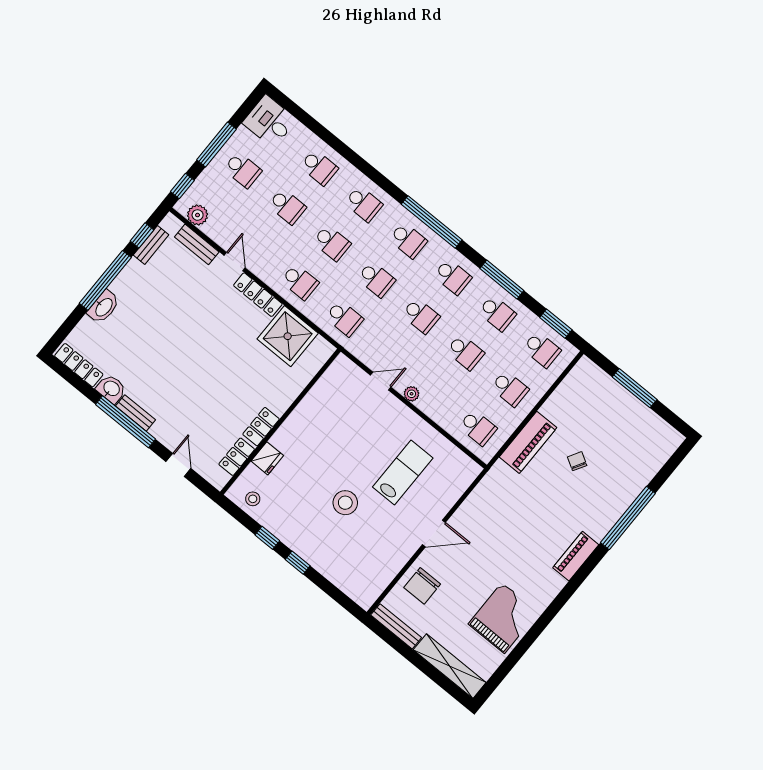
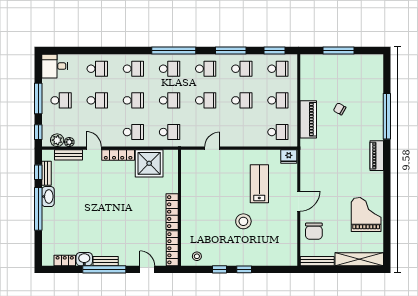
washbasin: (104, 307) -> (48, 197), moved
locker: (79, 365) -> (65, 261), width x0.66
plant: (412, 394) -> (69, 142), moved
locker: (261, 427) -> (172, 212), width x1.53
locker: (237, 457) -> (172, 248), width x1.53
fridge: (267, 458) -> (289, 156), moved, turned 90

